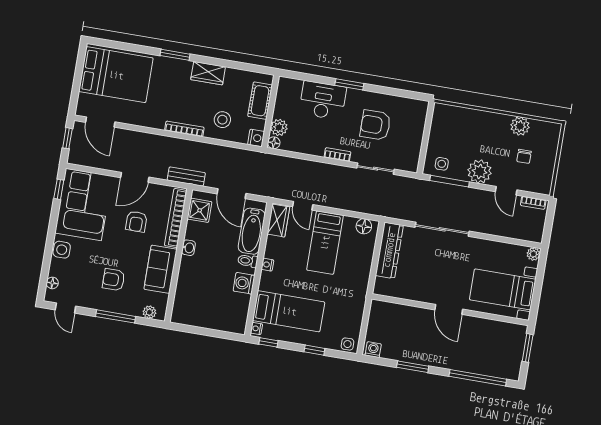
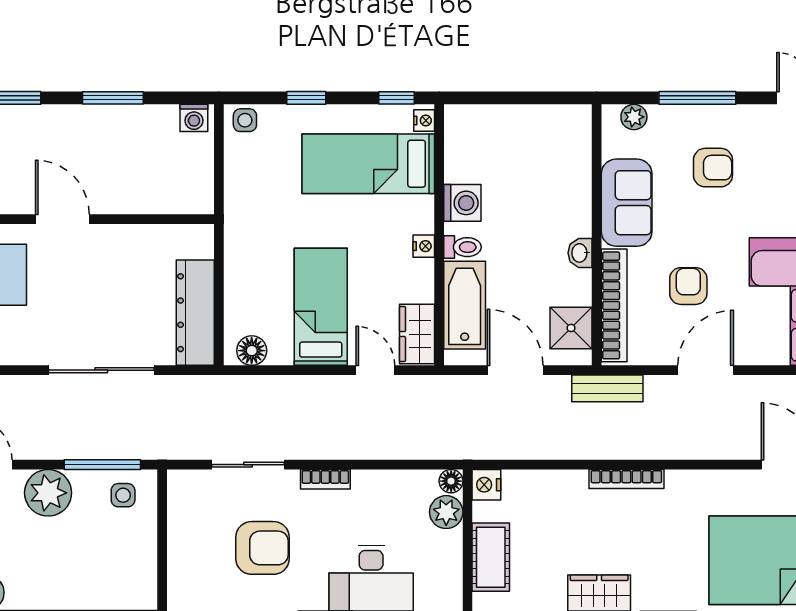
stool: (222, 120) -> (557, 509), removed

